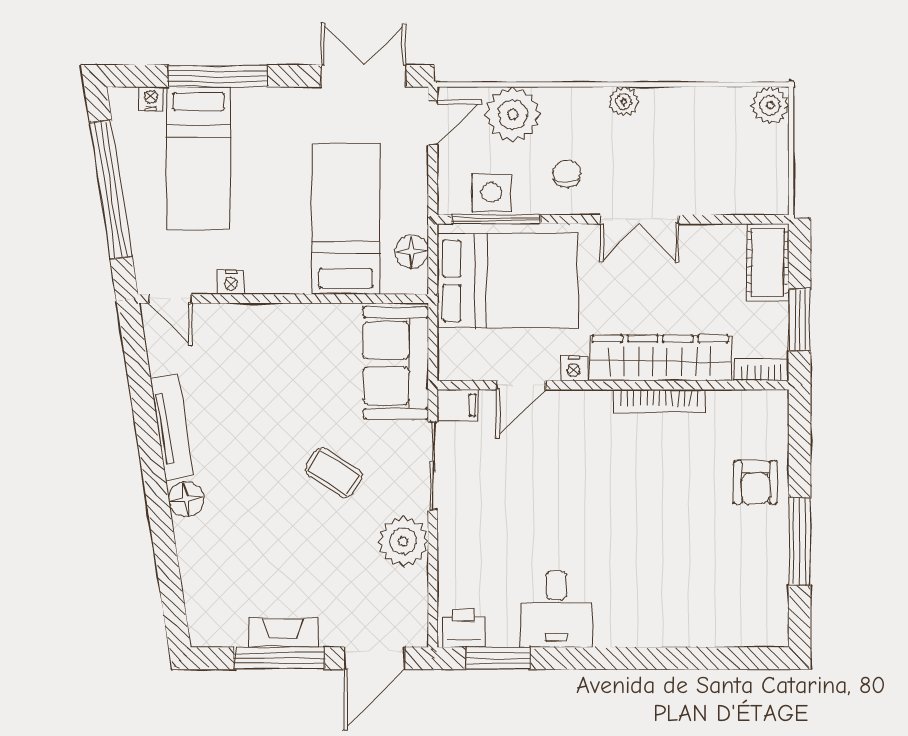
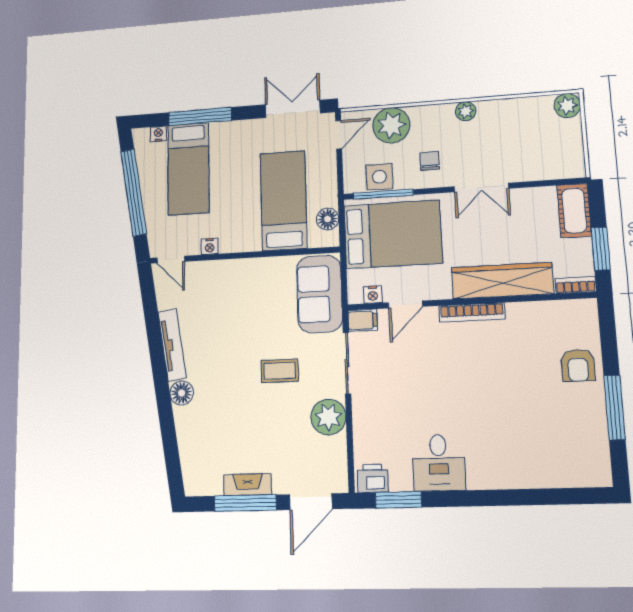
nightstand: (574, 368) -> (373, 295), moved
bookcase: (659, 401) -> (472, 312), moved
coffee table: (334, 473) -> (280, 371), turned -33

